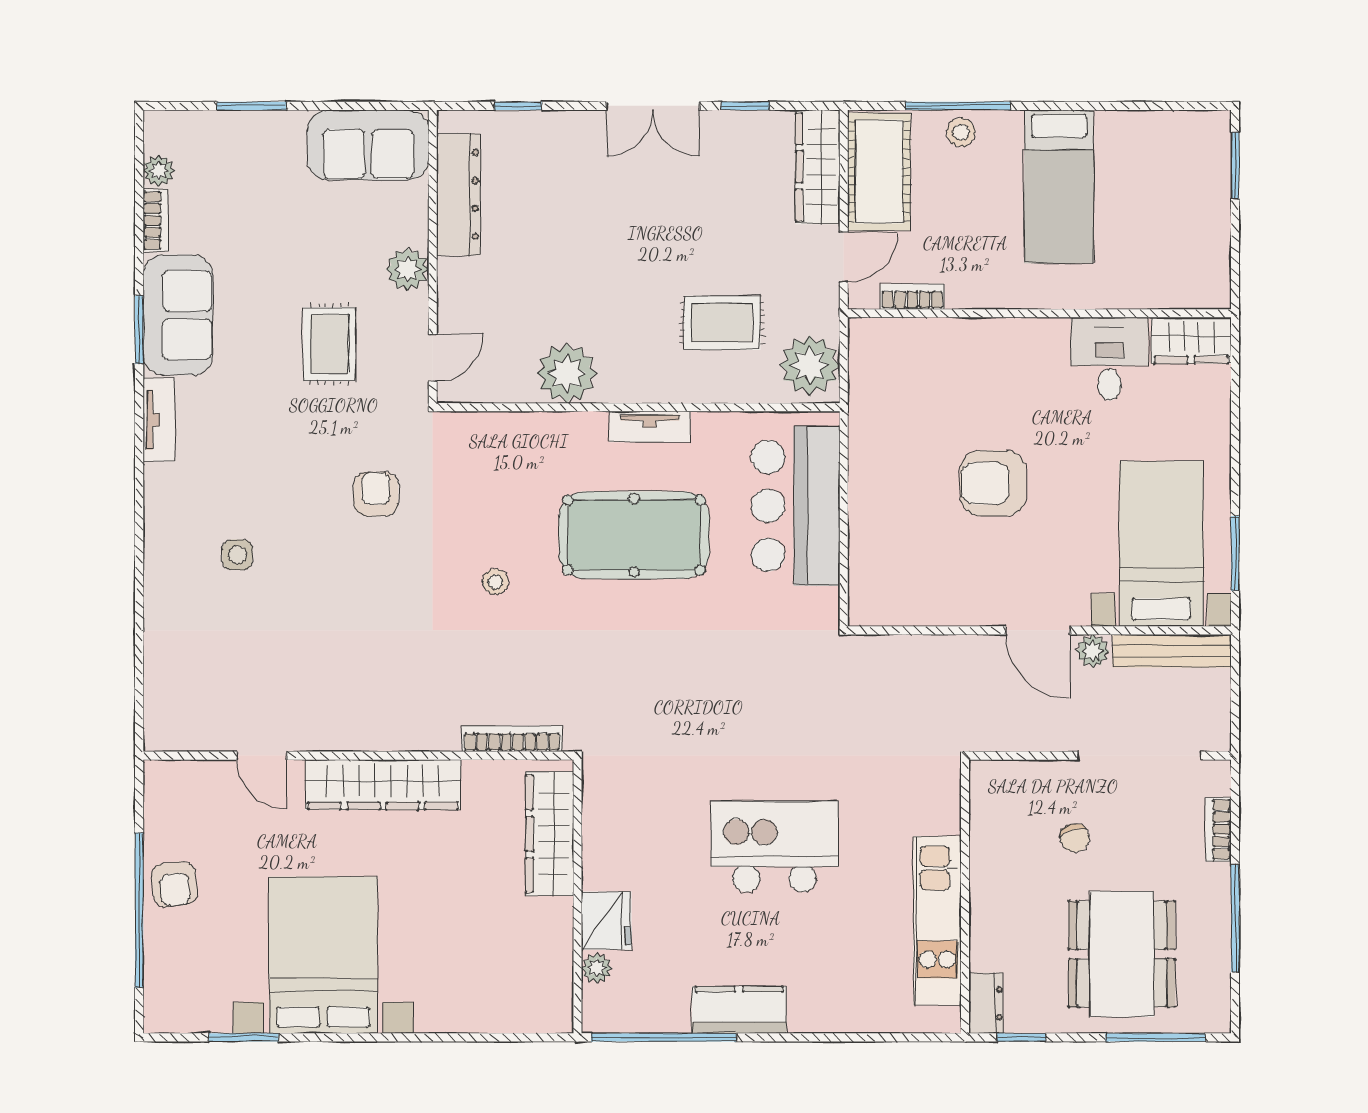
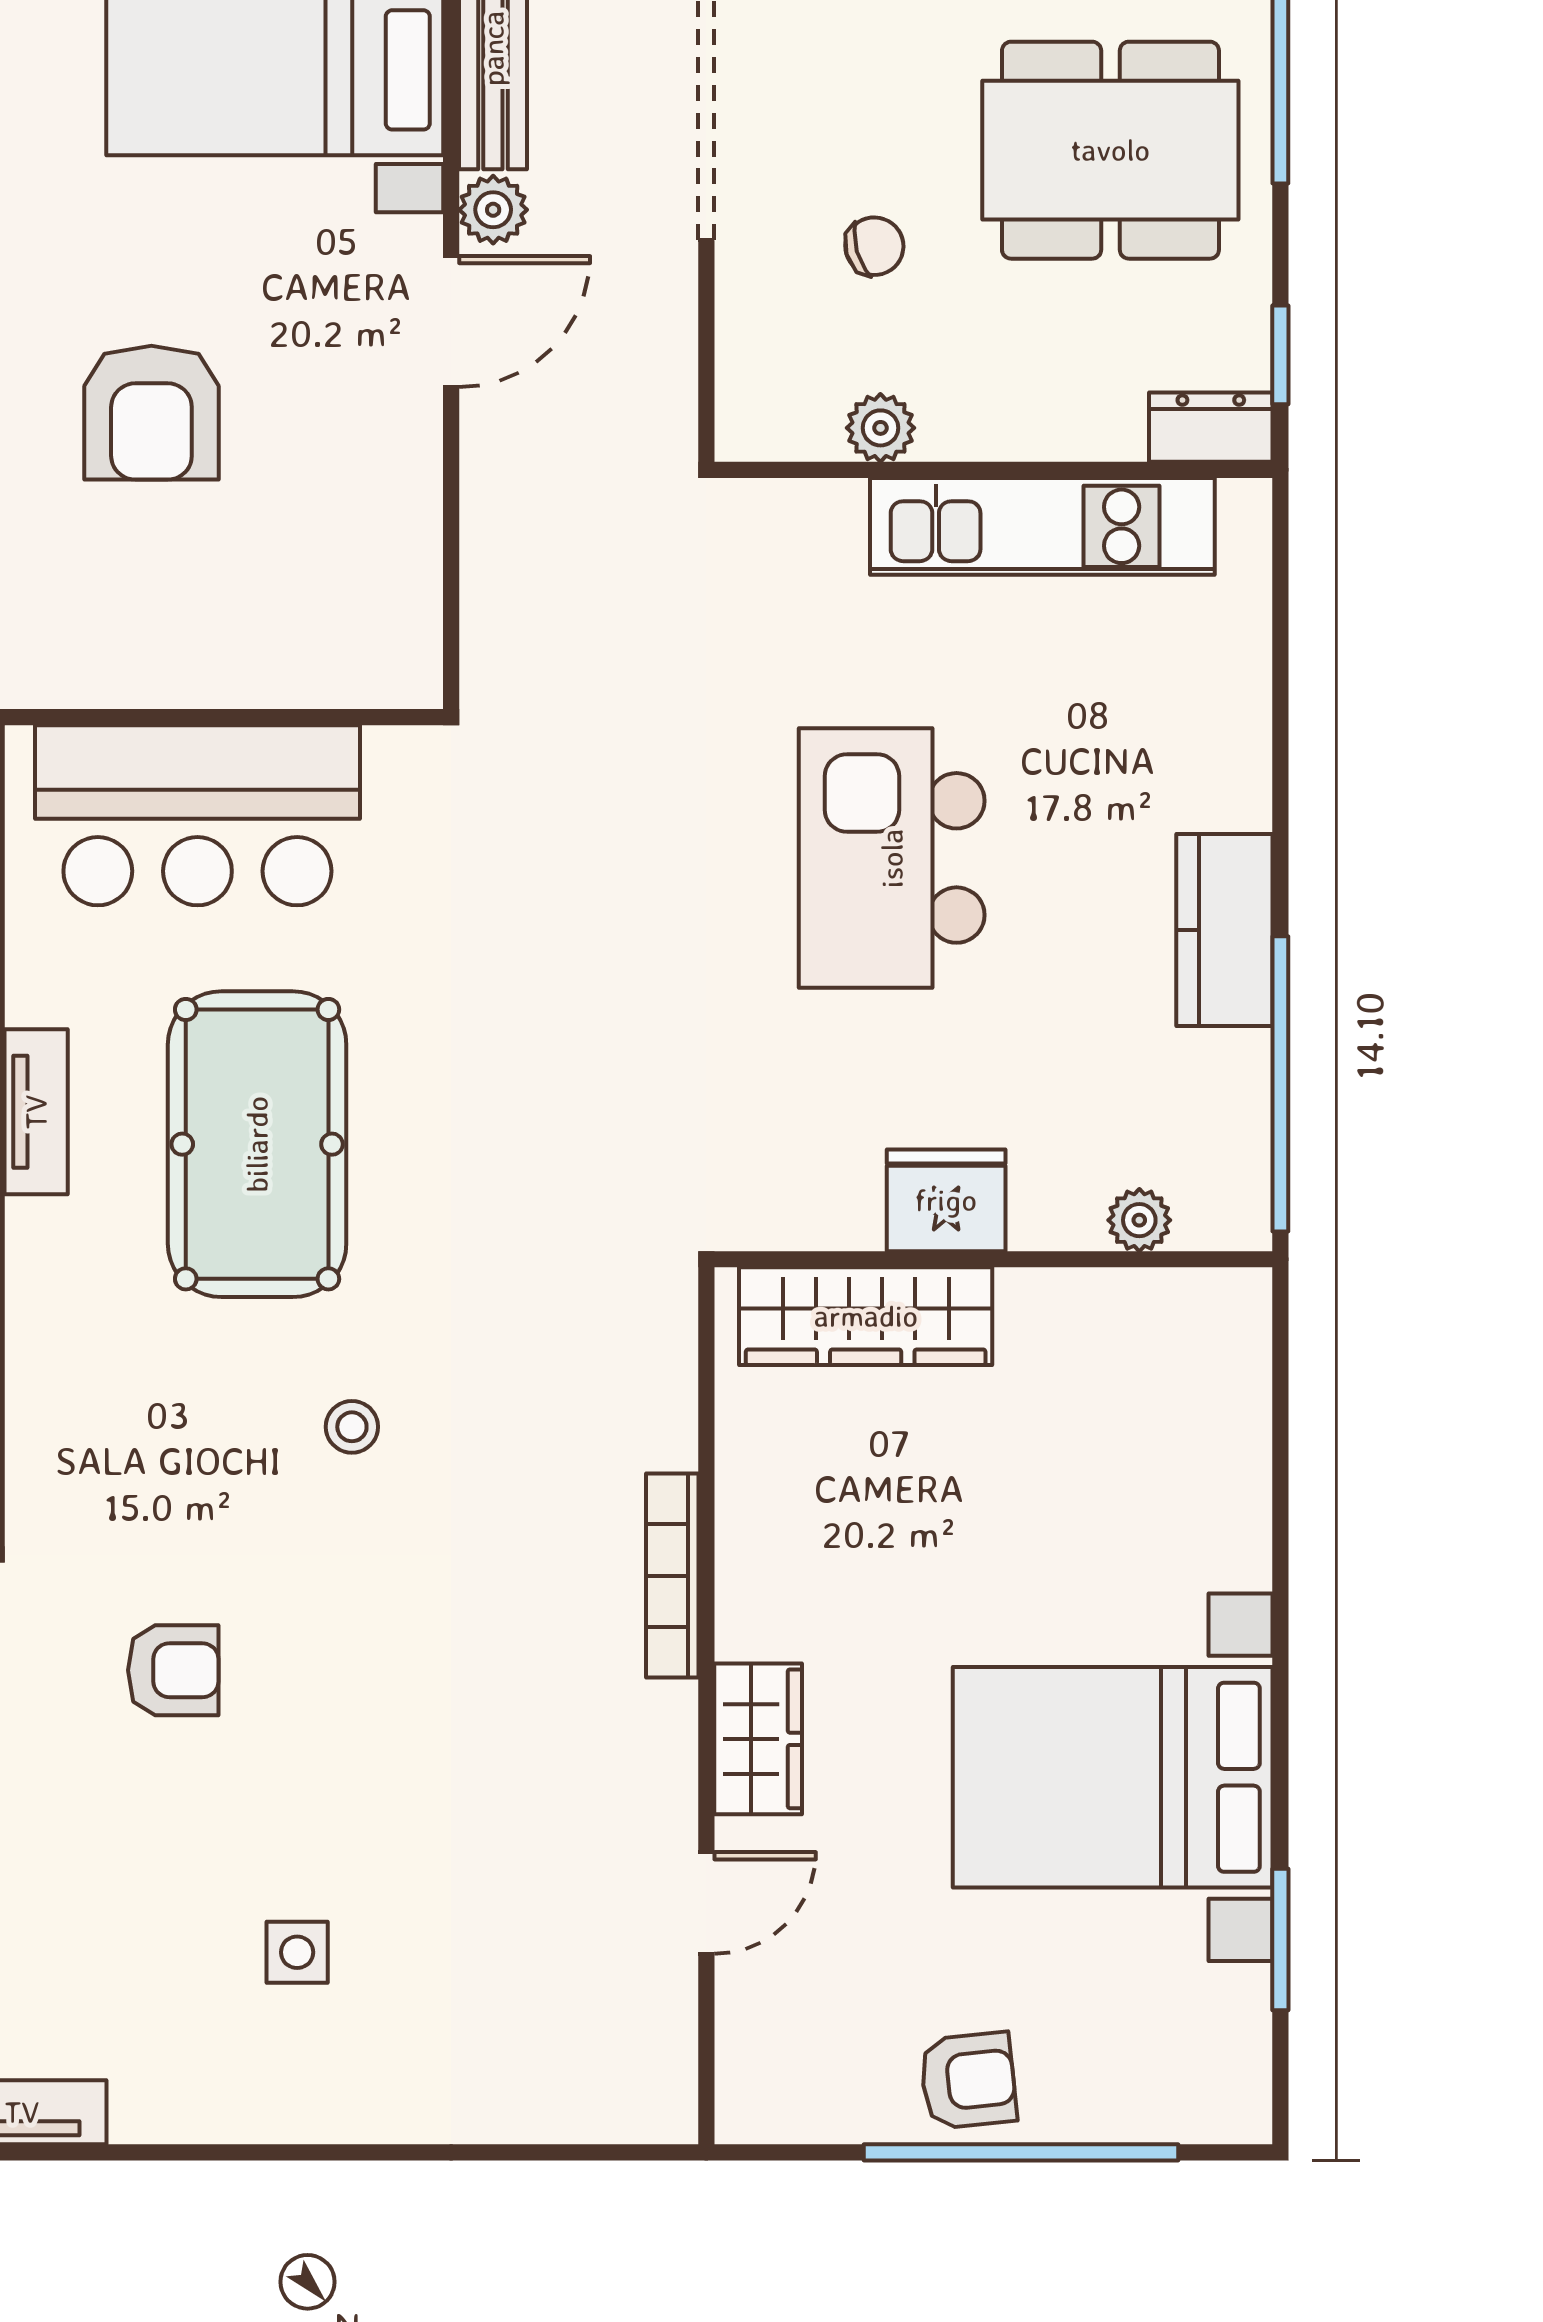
armchair: (376, 494) -> (173, 1670), turned 180
bookcase: (512, 739) -> (672, 1576), moved
wardrobe: (383, 785) -> (758, 1739), width x0.48, depth x0.85
plant: (986, 841) -> (880, 428), added
fridge: (606, 921) -> (946, 1200), moved

